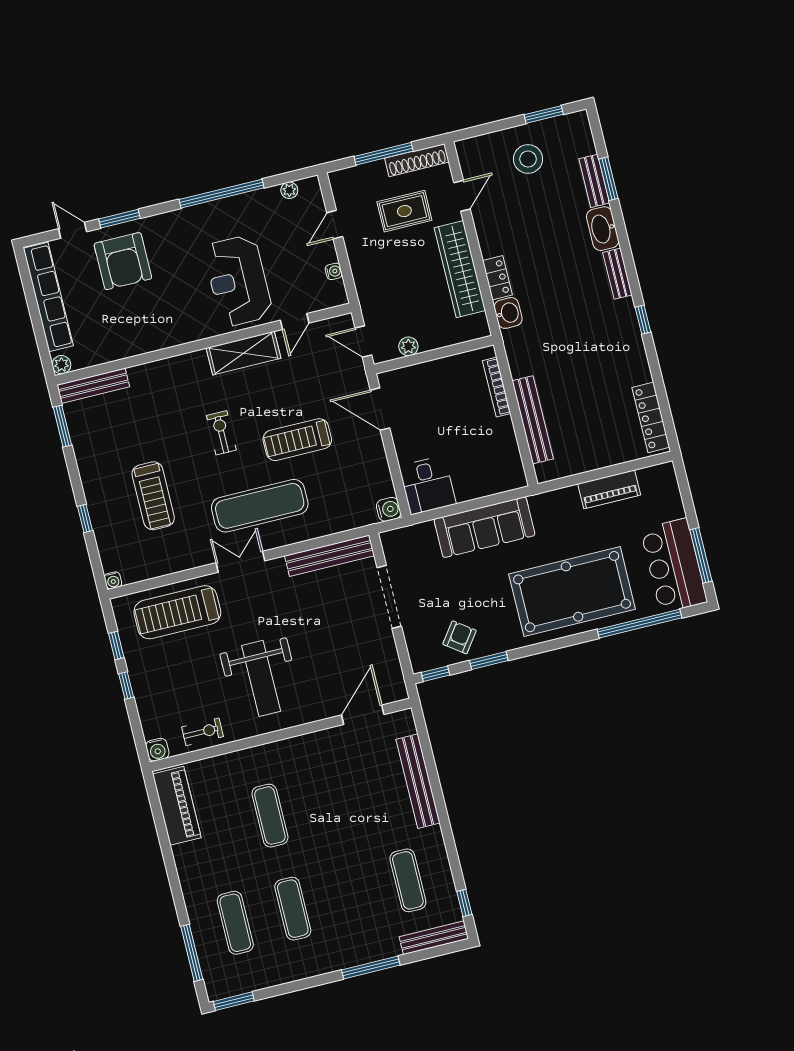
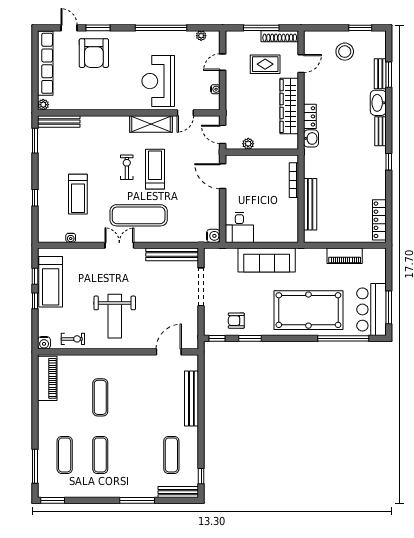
treadmill: (297, 440) -> (155, 169), moved, turned 90
water cooler: (113, 580) -> (71, 238), moved
treadmill: (177, 612) -> (51, 282), moved, turned -90
armchair: (460, 637) -> (236, 321), turned -126

